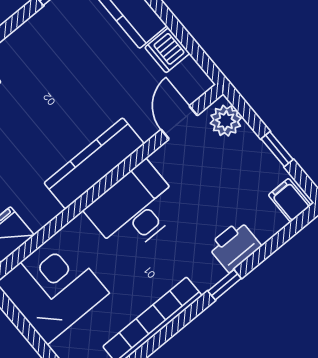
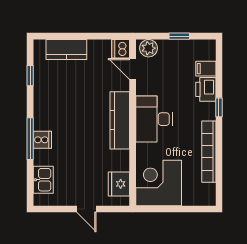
dishwasher: (167, 50) -> (121, 49), moved, turned 90
filing cabinet: (290, 200) -> (206, 69), moved

